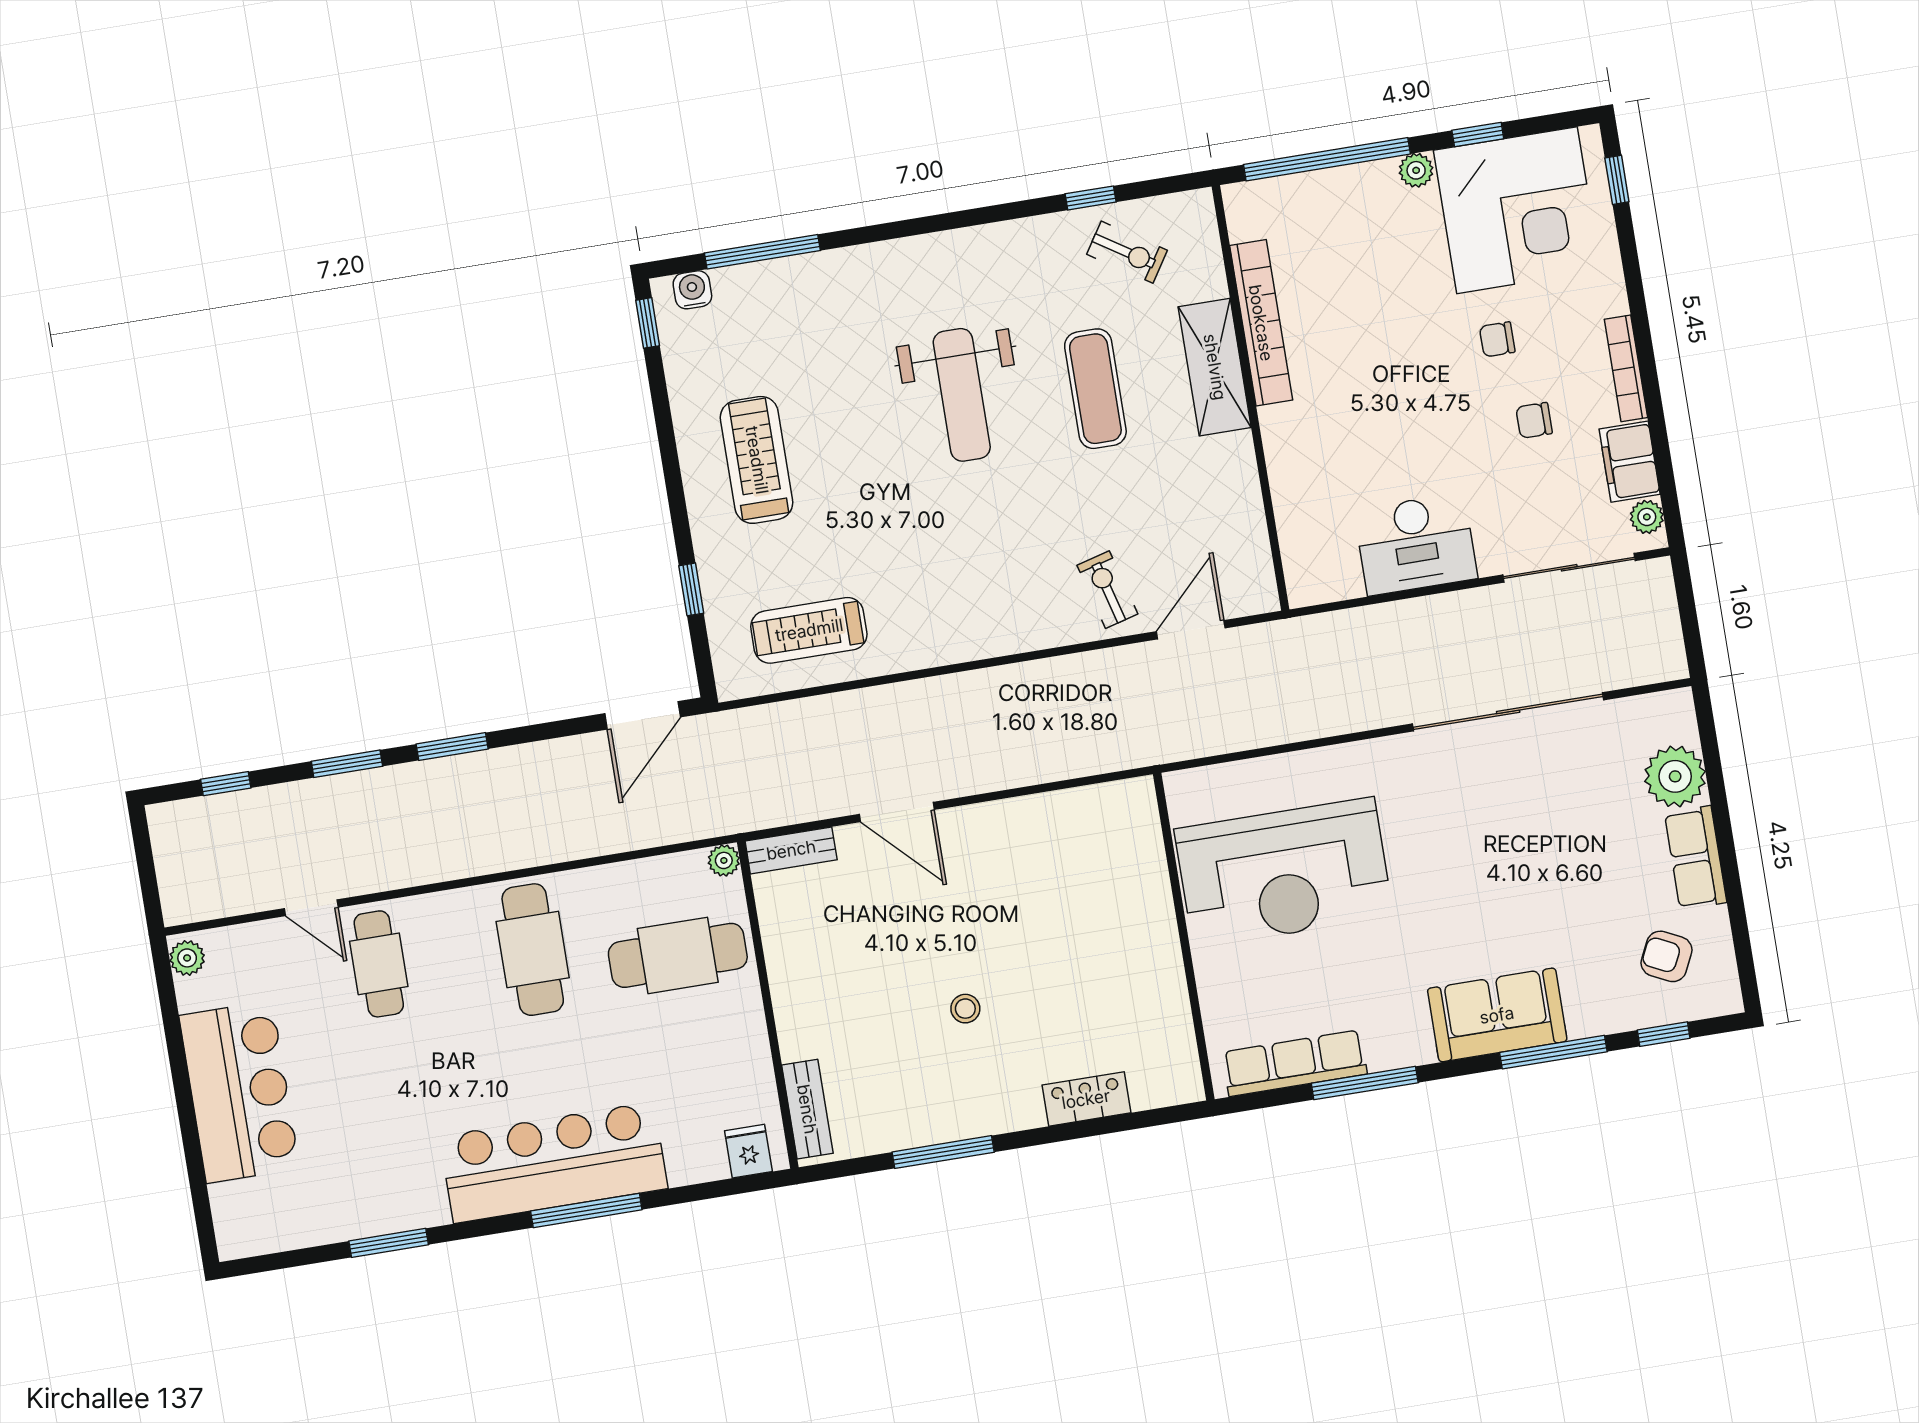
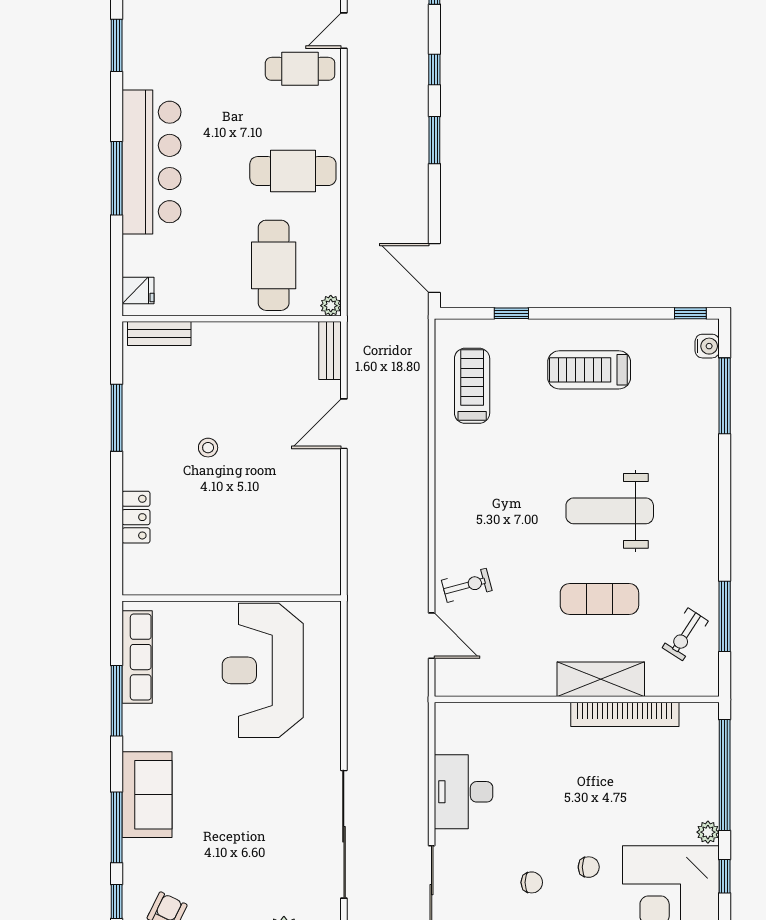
window: (1091, 198) -> (725, 616), width x2.17
chair: (1497, 339) -> (589, 867), turned 90
chair: (1534, 420) -> (532, 882), turned 90
treadmill: (757, 460) -> (589, 370), turned 180
window: (347, 764) -> (434, 69), width x0.67

